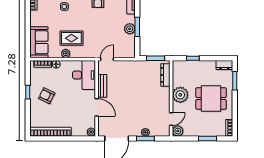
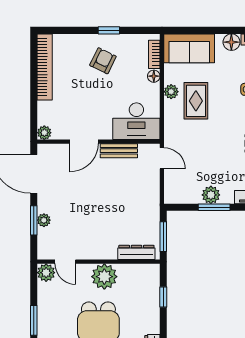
floor lamp: (35, 16) -> (231, 42), added

